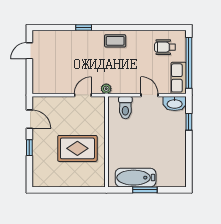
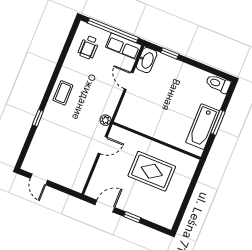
door: (83, 95) -> (103, 145), swing flipped
door: (150, 95) -> (129, 81), hinge flipped
toilet: (125, 108) -> (218, 84), moved, turned 180
rug: (77, 148) -> (152, 171), turned 90

